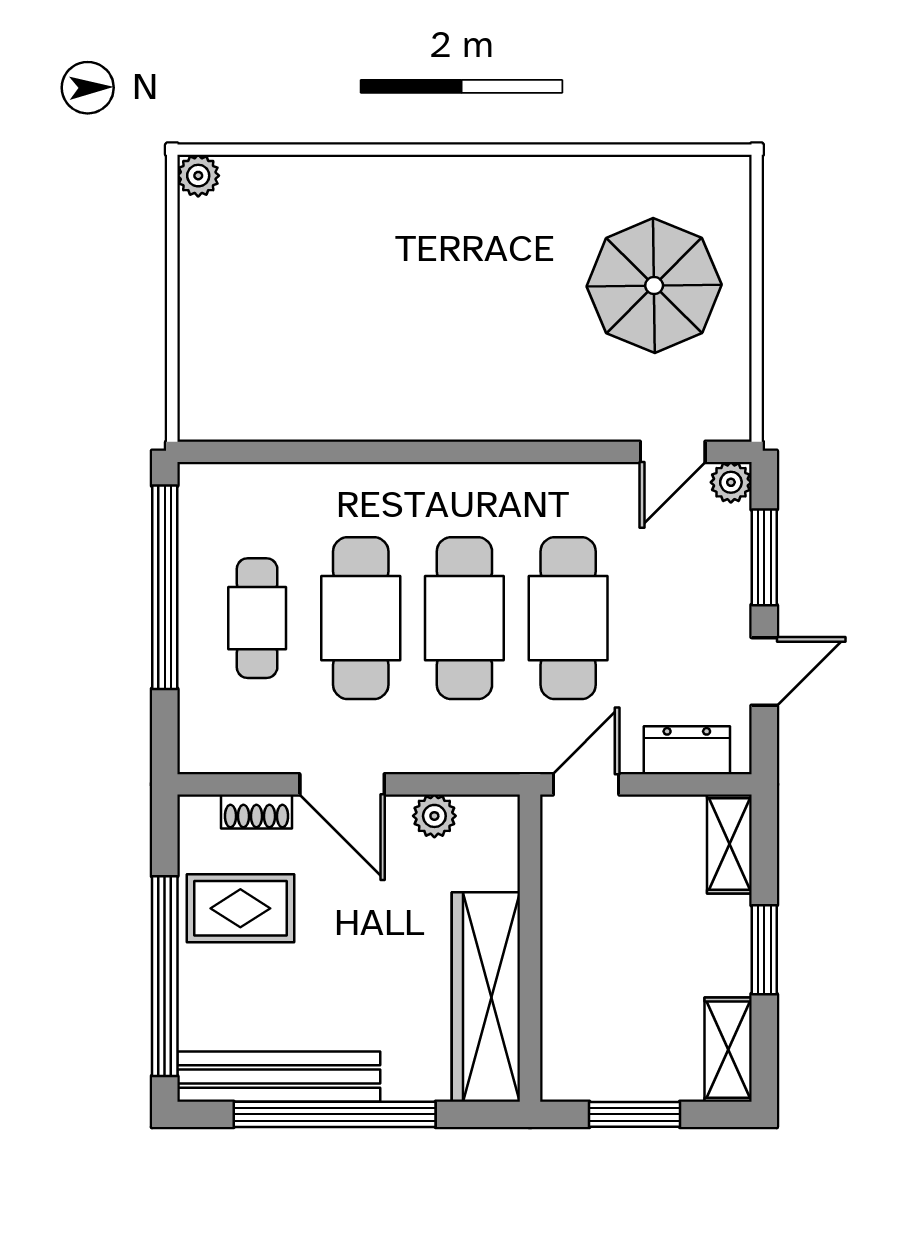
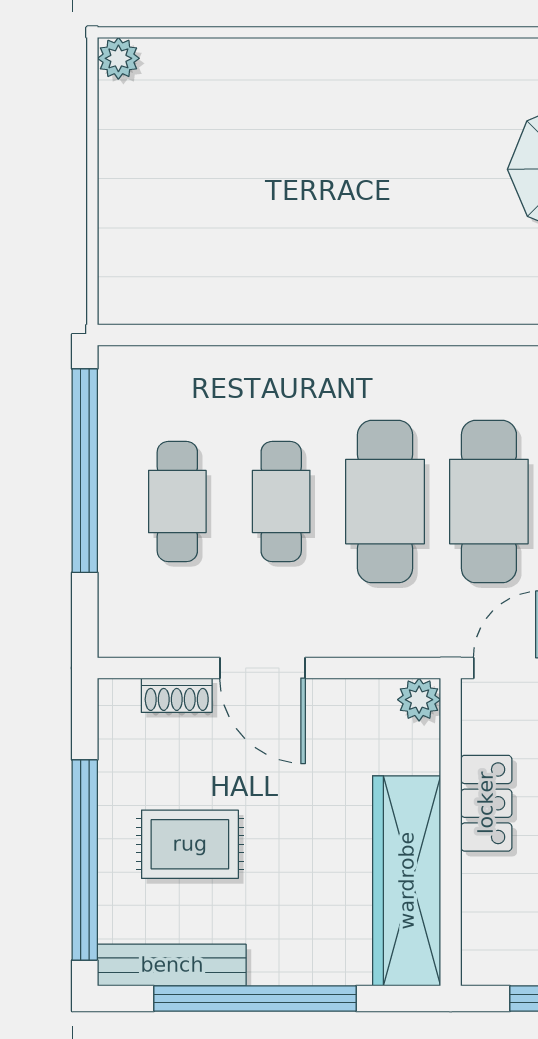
cafe table: (361, 618) -> (281, 502), width x0.73, depth x0.74
plant: (434, 816) -> (419, 700), moved
rug: (240, 908) -> (190, 844), moved
locker: (566, 919) -> (486, 803), added
bench: (279, 1077) -> (172, 965), width x0.73, depth x0.82

